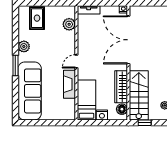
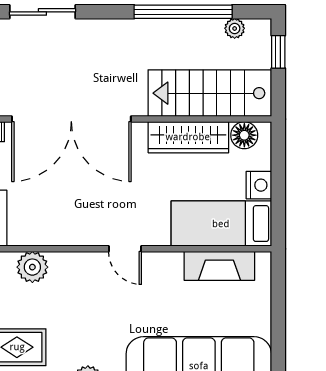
fireplace: (70, 84) -> (219, 266), moved
window: (145, 123) -> (278, 52), moved

